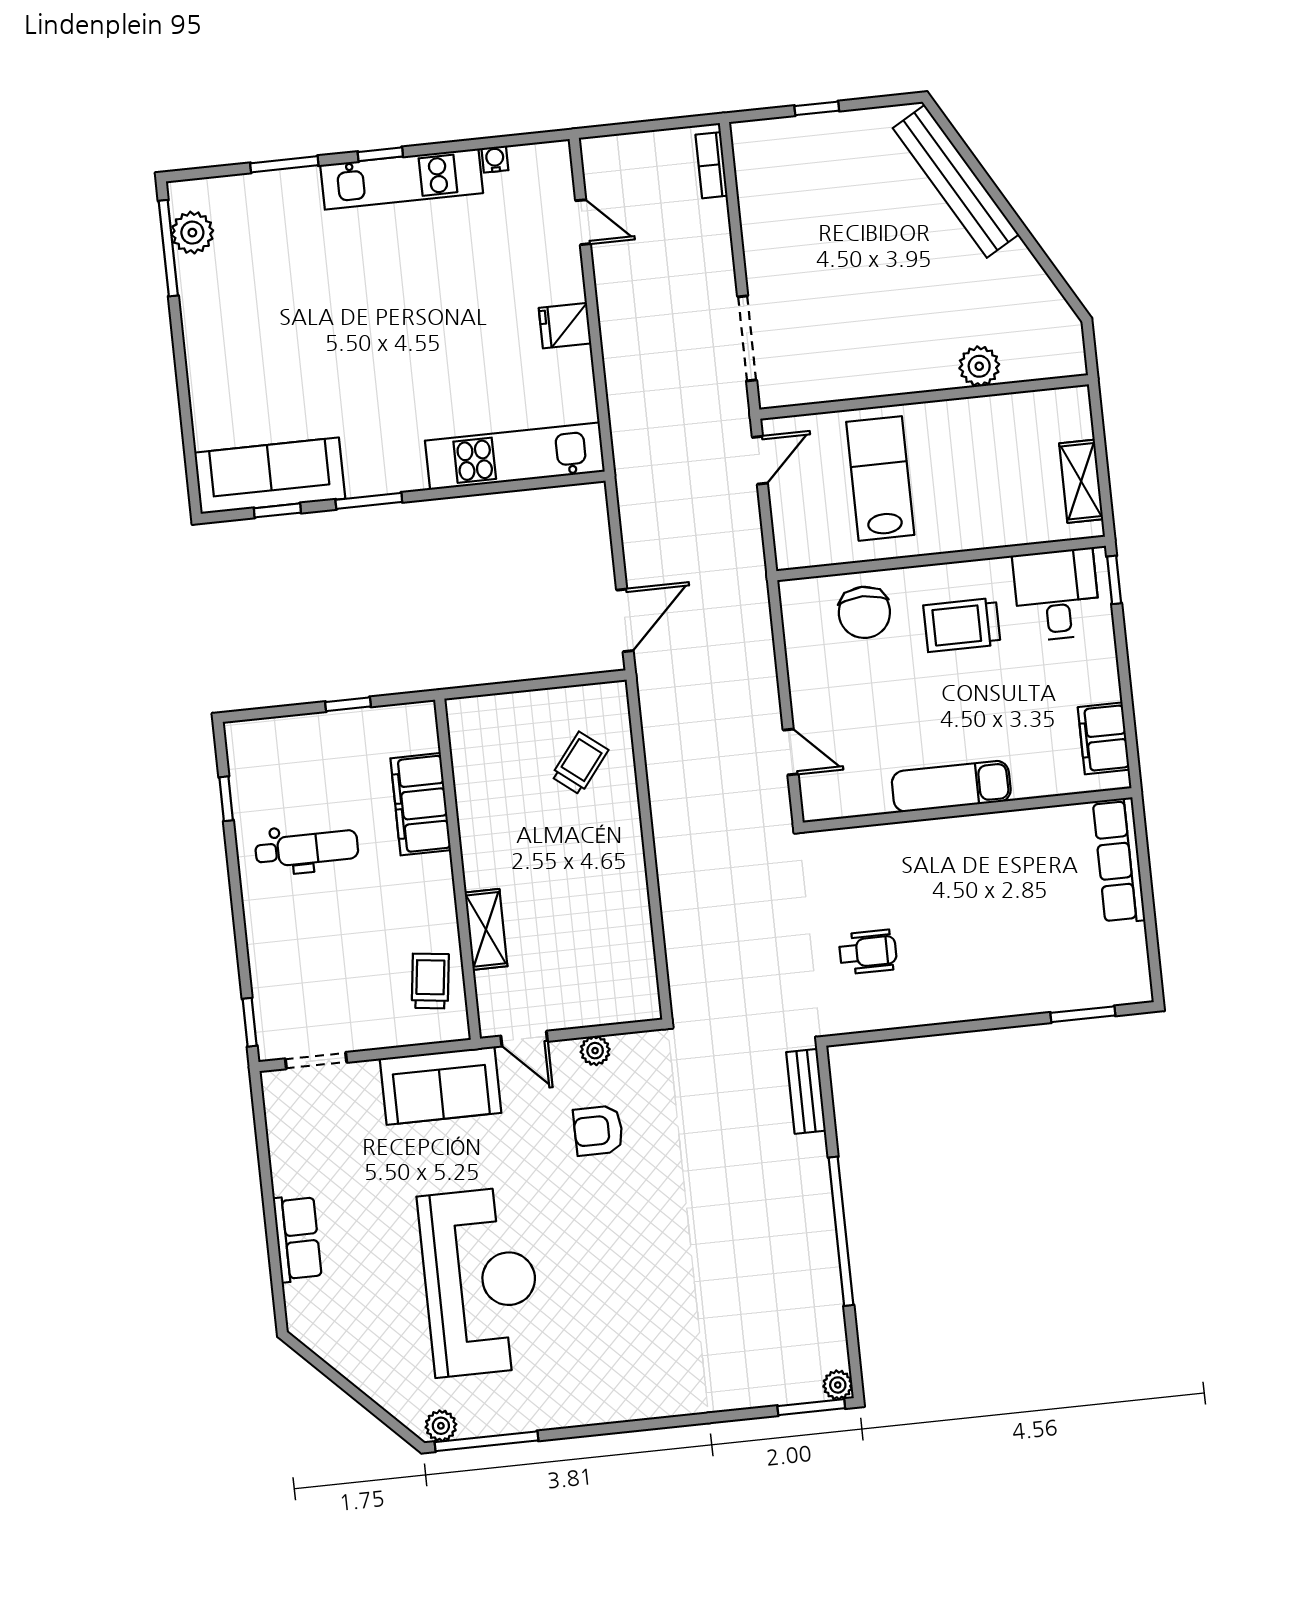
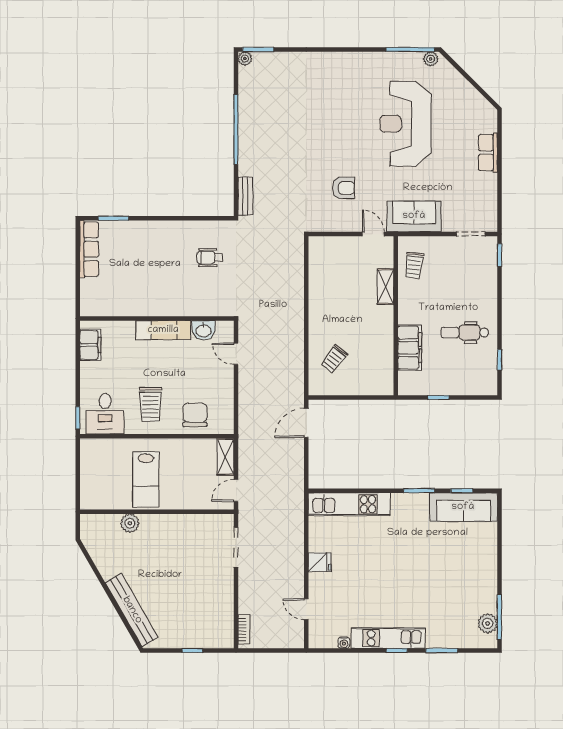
lab bench: (880, 478) -> (146, 479), moved
shelving: (1081, 481) -> (225, 457), moved
trolley: (962, 625) -> (150, 404), turned 90
washbasin: (865, 795) -> (204, 330), added
row of seats: (1119, 861) -> (89, 249), moved
plant: (595, 1051) -> (341, 225), removed

